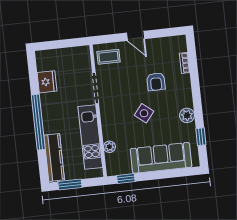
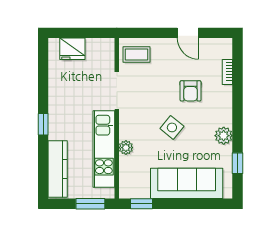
door: (136, 36) -> (188, 33), moved
fridge: (47, 82) -> (72, 49), moved, turned 90
window: (38, 122) -> (43, 124), width x0.32
plant: (109, 147) -> (126, 148), moved
window: (70, 185) -> (90, 204), moved

